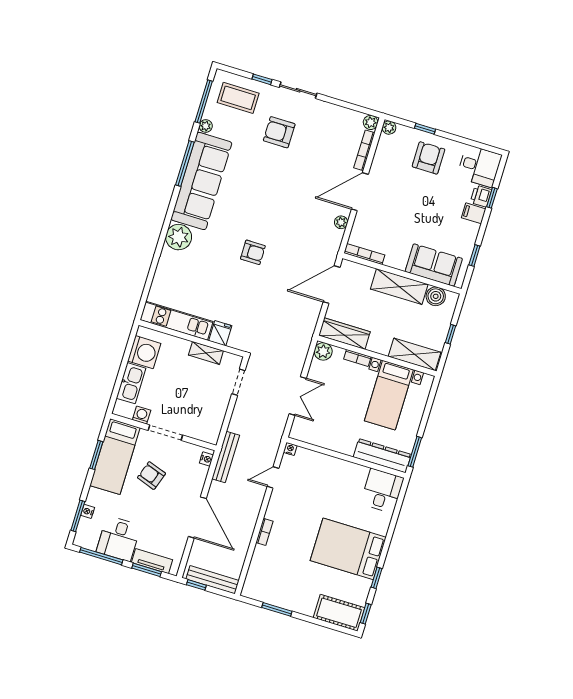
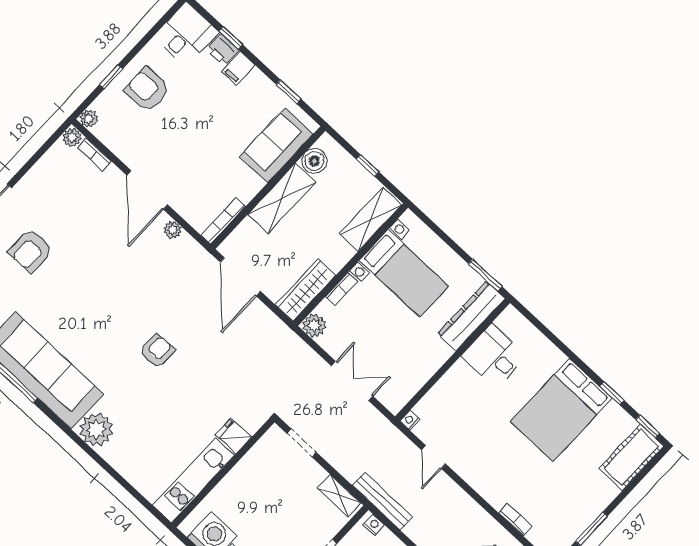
bookcase: (364, 150) -> (94, 154), width x0.64
shelving: (206, 353) -> (339, 495), moved, turned 90
desk: (382, 491) -> (494, 356), moved
bookcase: (264, 532) -> (516, 520), moved

